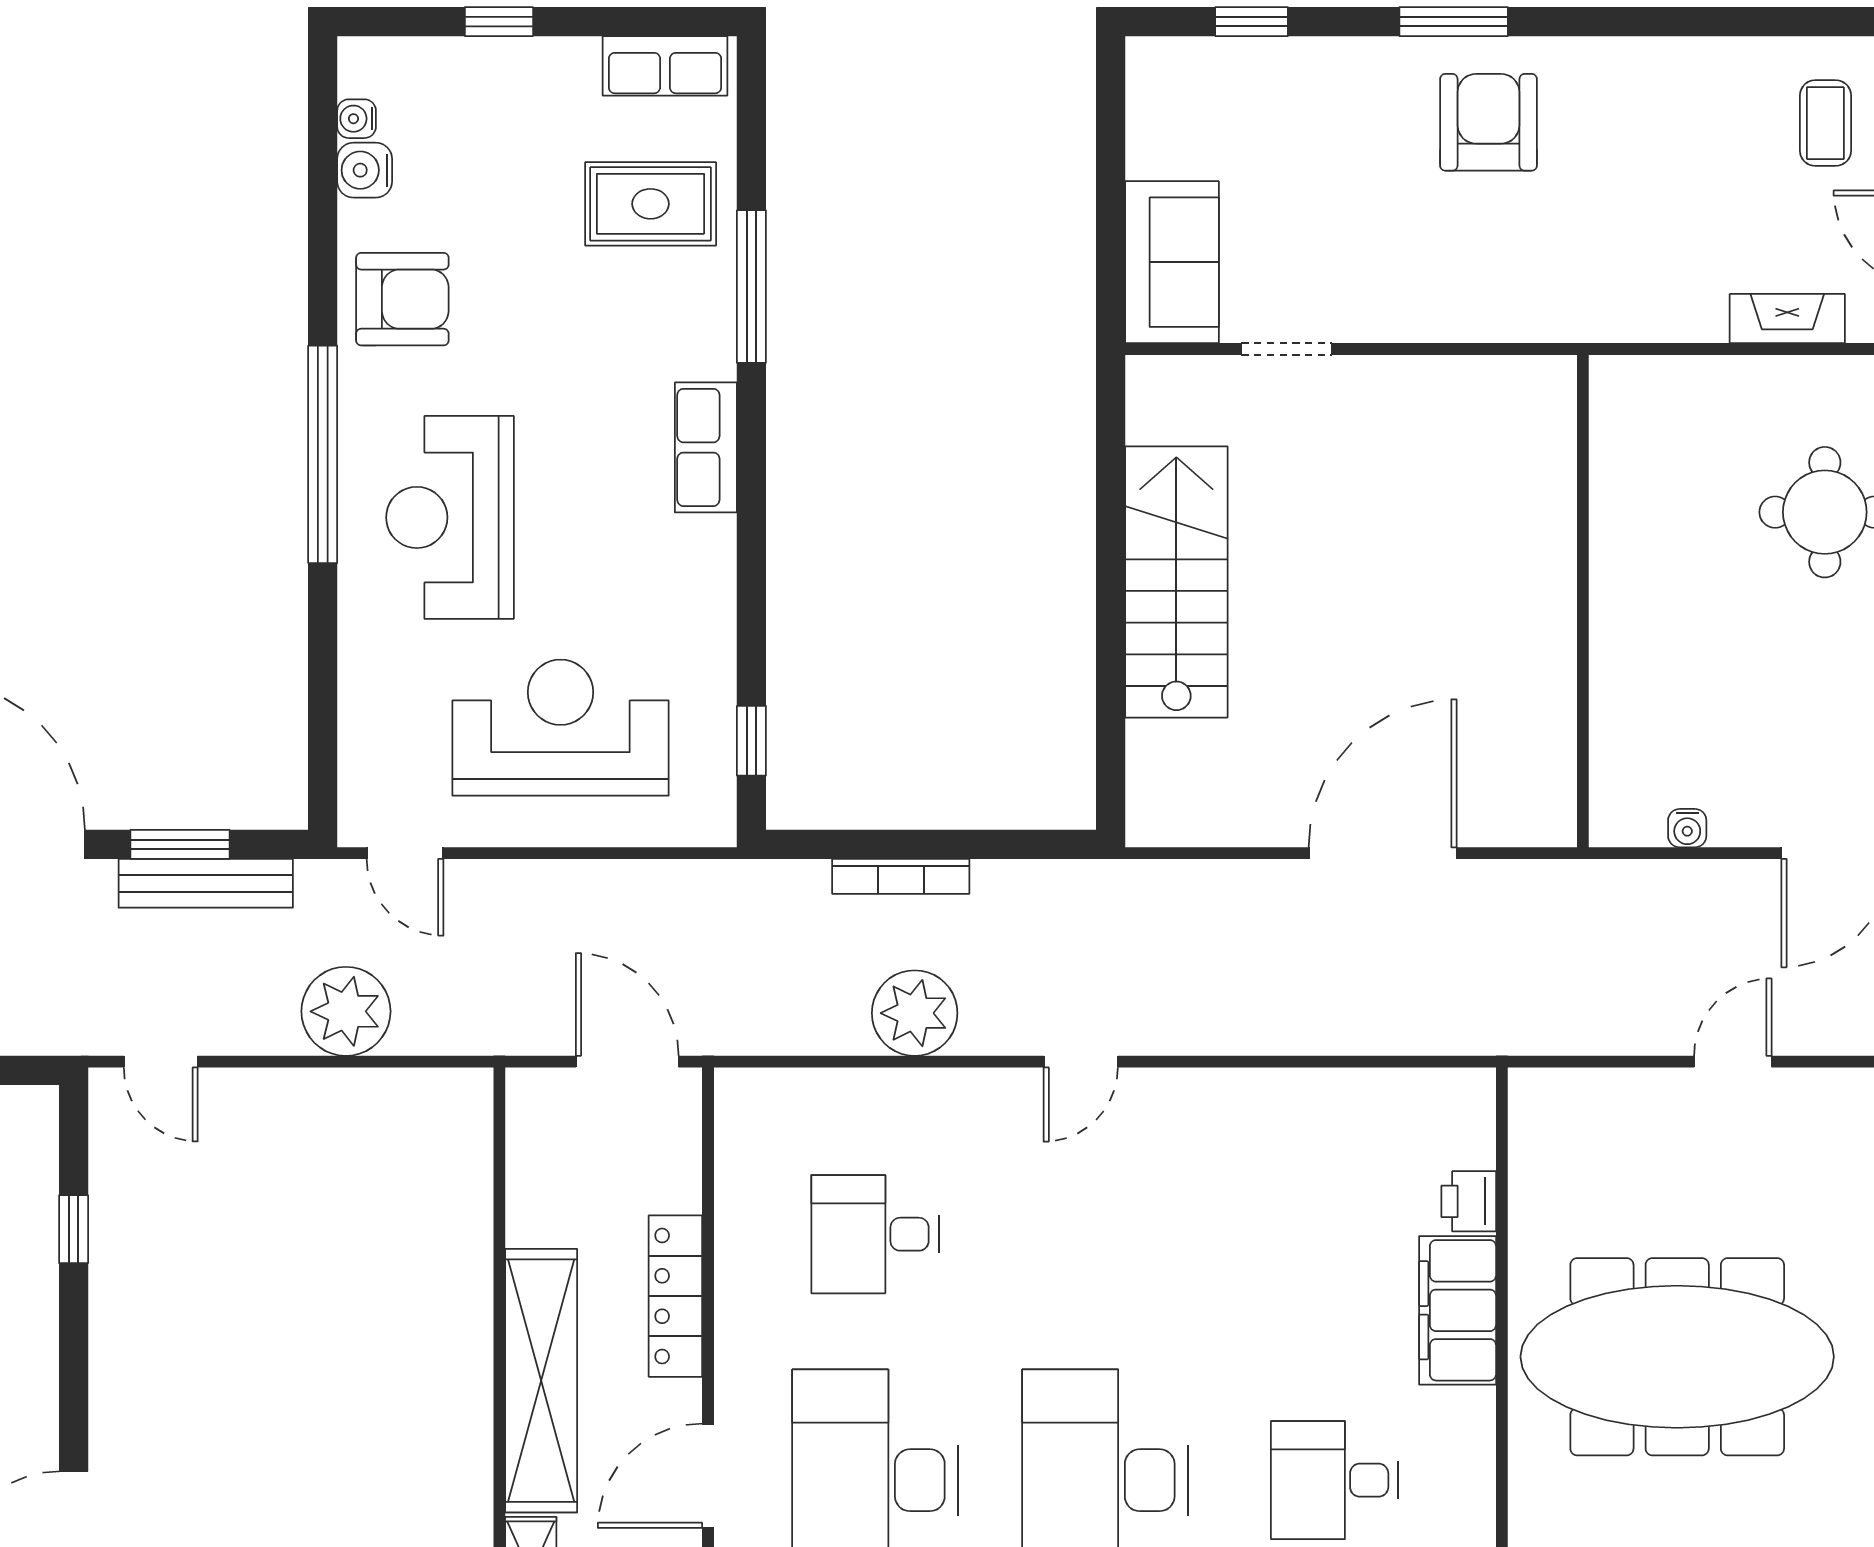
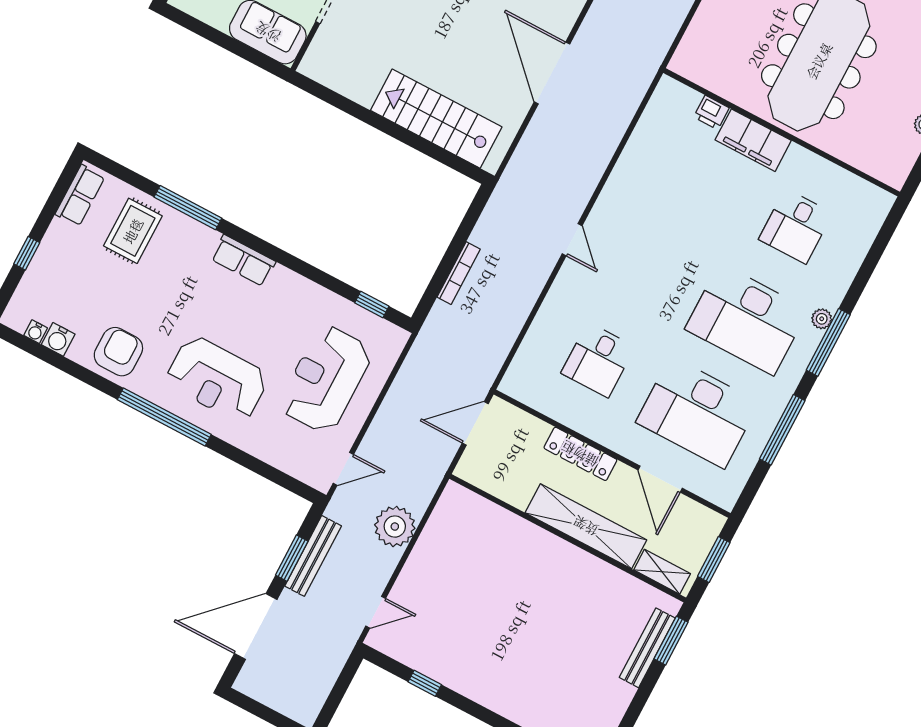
stairs: (1176, 582) -> (436, 119), moved
plant: (915, 1013) -> (517, 297), removed

